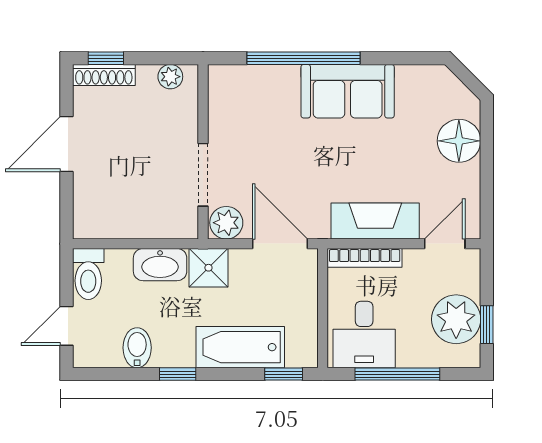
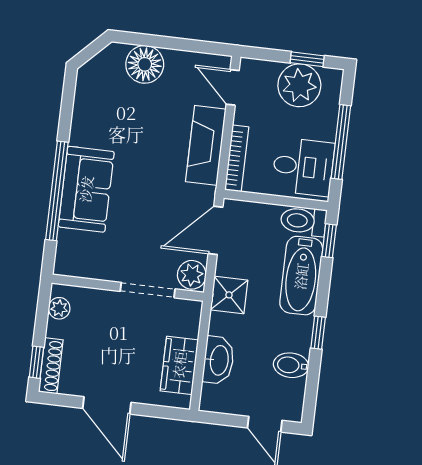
sofa: (348, 91) -> (86, 189), moved
wardrobe: (122, 221) -> (179, 365), added
washbasin: (160, 265) -> (218, 360), moved
toilet: (88, 274) -> (303, 221), moved, turned 180

